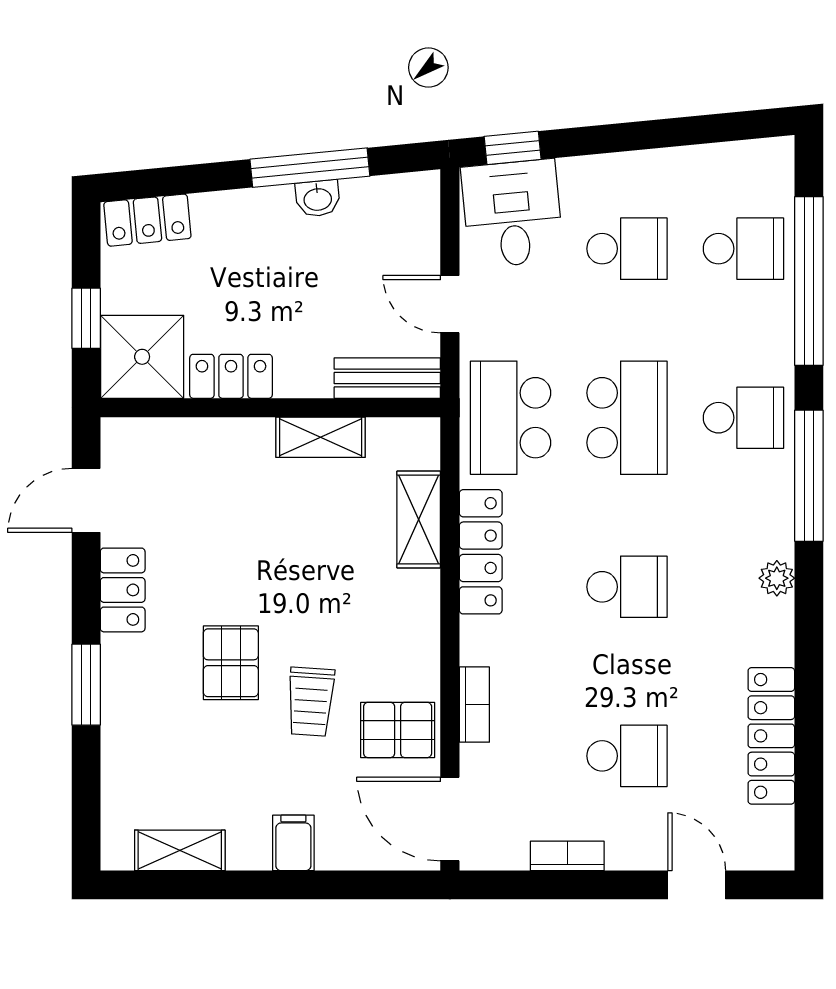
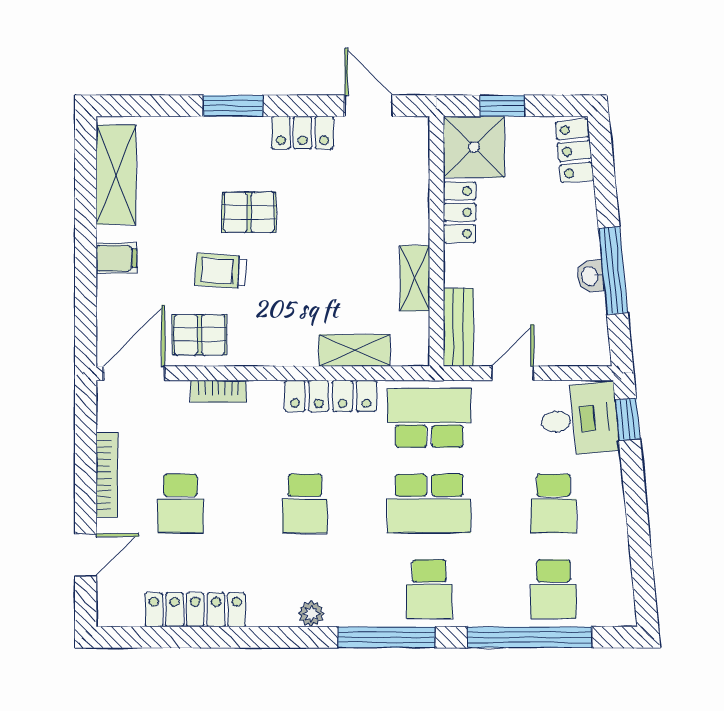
pallet: (398, 730) -> (200, 335), turned 90
shelving: (180, 850) -> (116, 175), width x1.50, depth x1.33
bookcase: (567, 856) -> (107, 475), width x1.56

